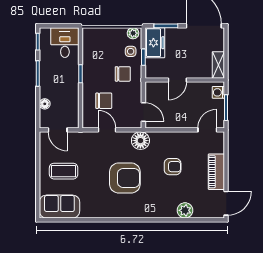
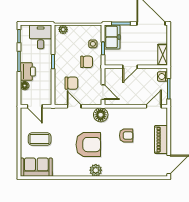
plant: (133, 33) -> (63, 29), moved
printer: (49, 86) -> (28, 72), added
plant: (185, 210) -> (96, 170), moved

